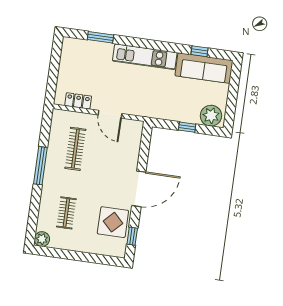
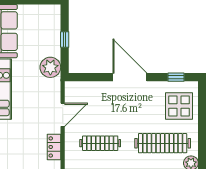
plant: (211, 116) -> (50, 67), moved
clothes rail: (66, 213) -> (163, 143), width x1.86, depth x1.31
display table: (113, 222) -> (179, 106), moved

